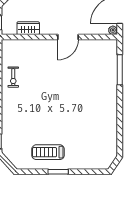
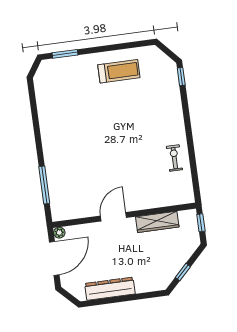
wardrobe: (28, 28) -> (157, 222), width x1.50
window: (58, 172) -> (65, 54), moved

